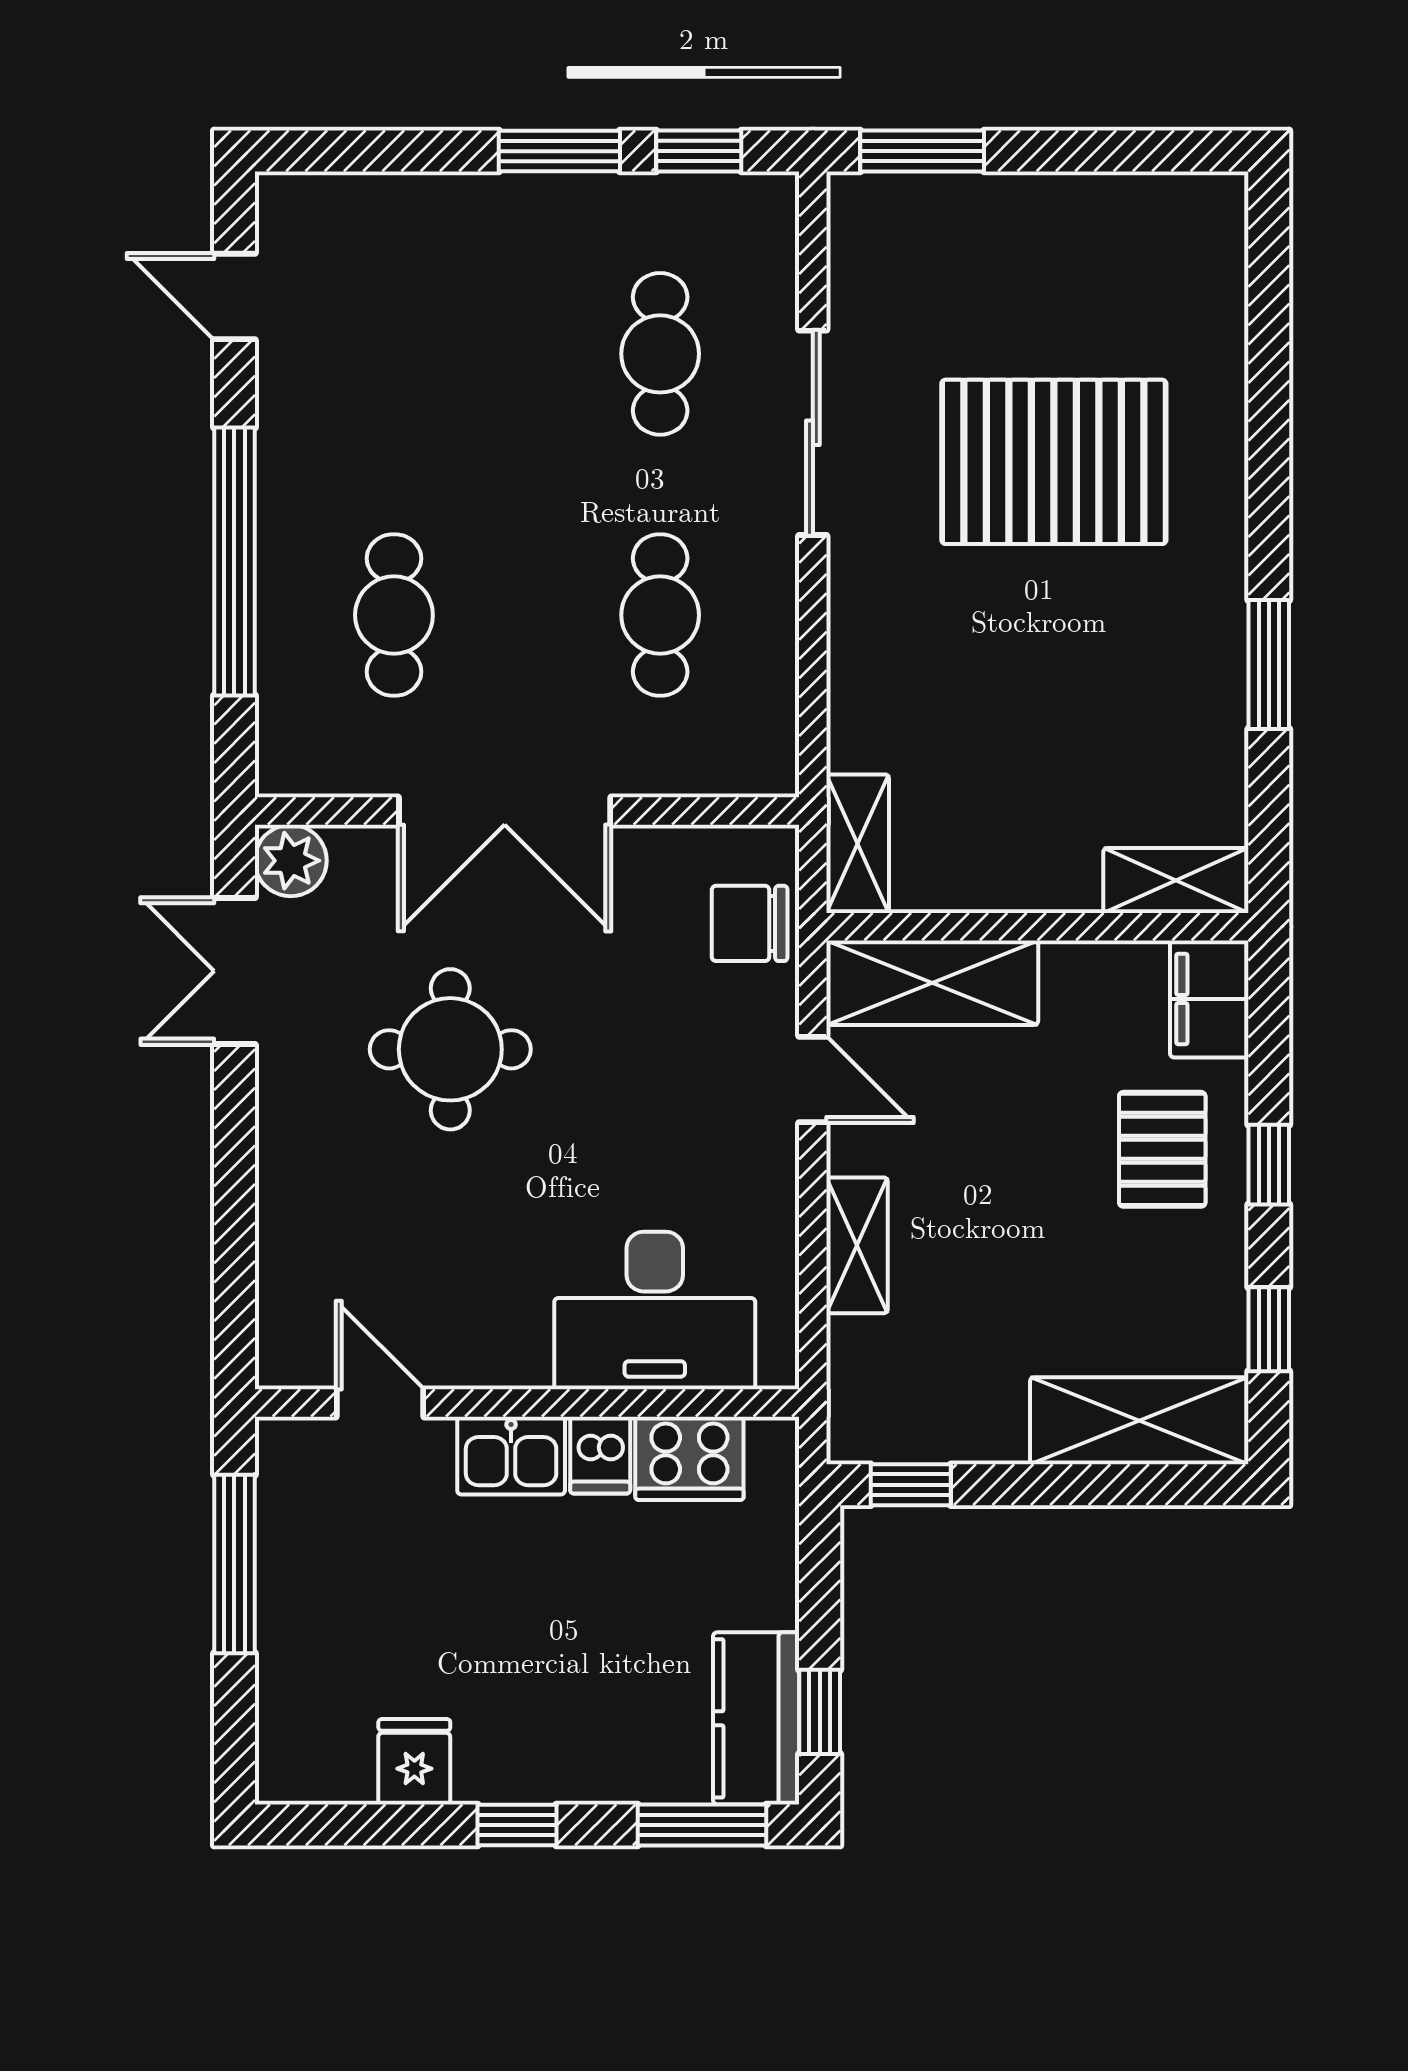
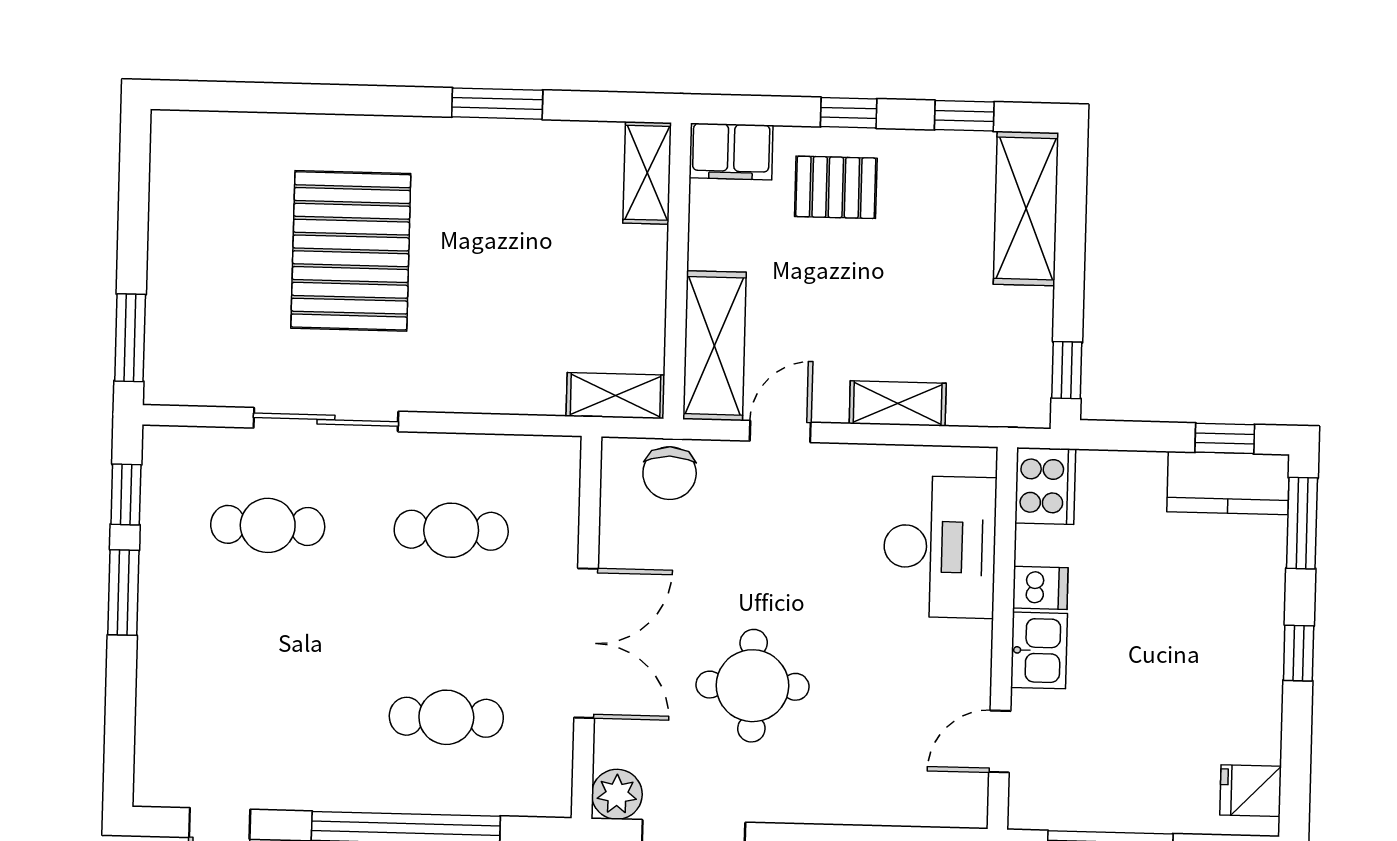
cooker: (689, 1458) -> (1045, 486), moved
fridge: (414, 1762) -> (1251, 791), moved

